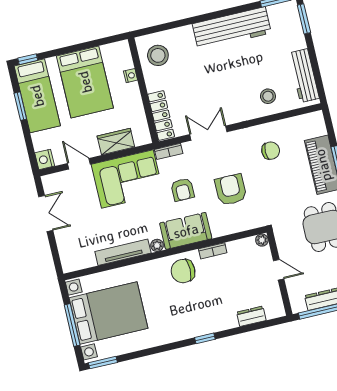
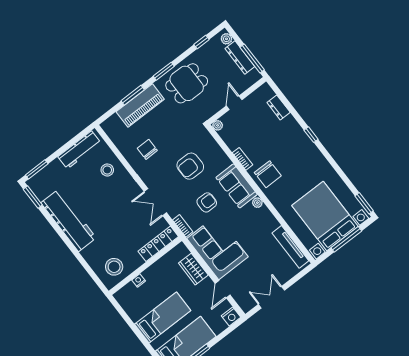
bed: (85, 82) -> (163, 317), width x0.67
tv unit: (123, 252) -> (290, 247), moved

